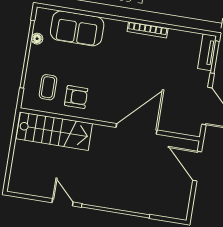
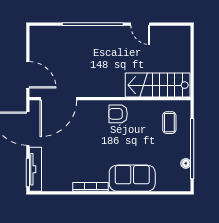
sofa: (77, 28) -> (132, 178), moved
tv unit: (207, 52) -> (35, 169), width x1.41
armchair: (76, 97) -> (118, 114), moved
door: (137, 129) -> (58, 99), moved

